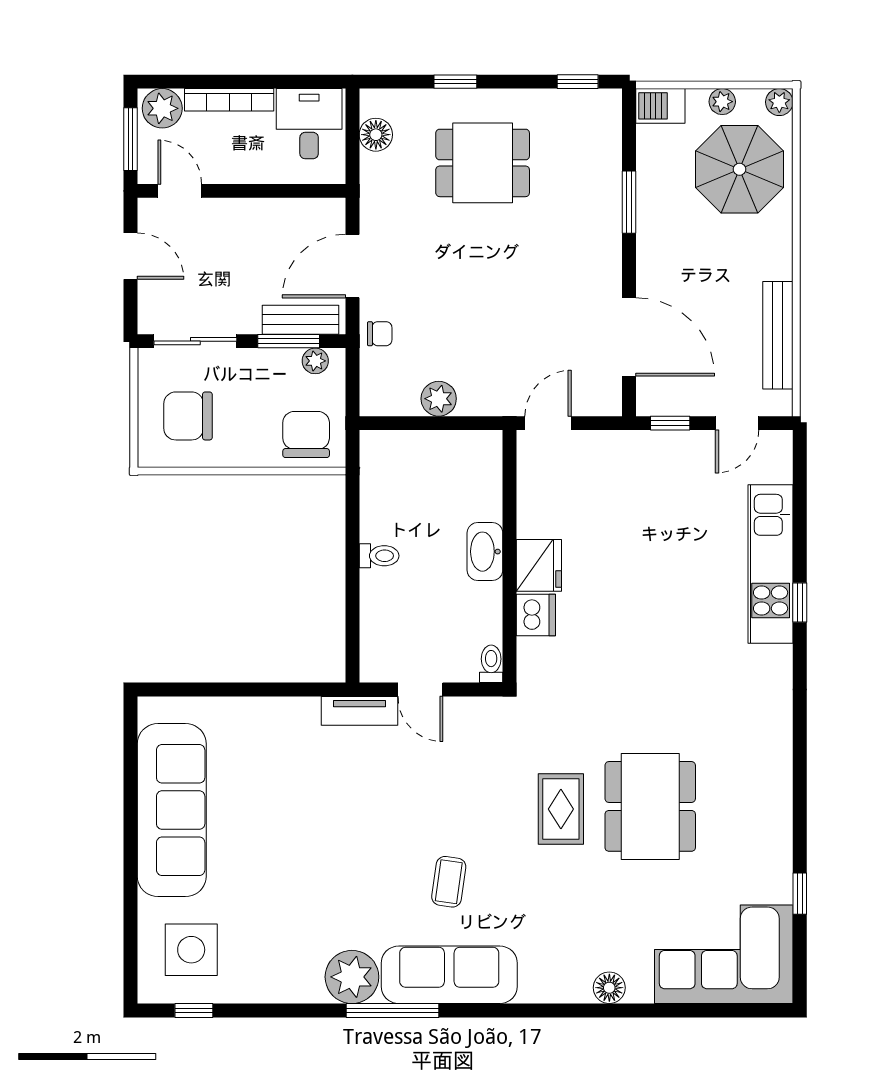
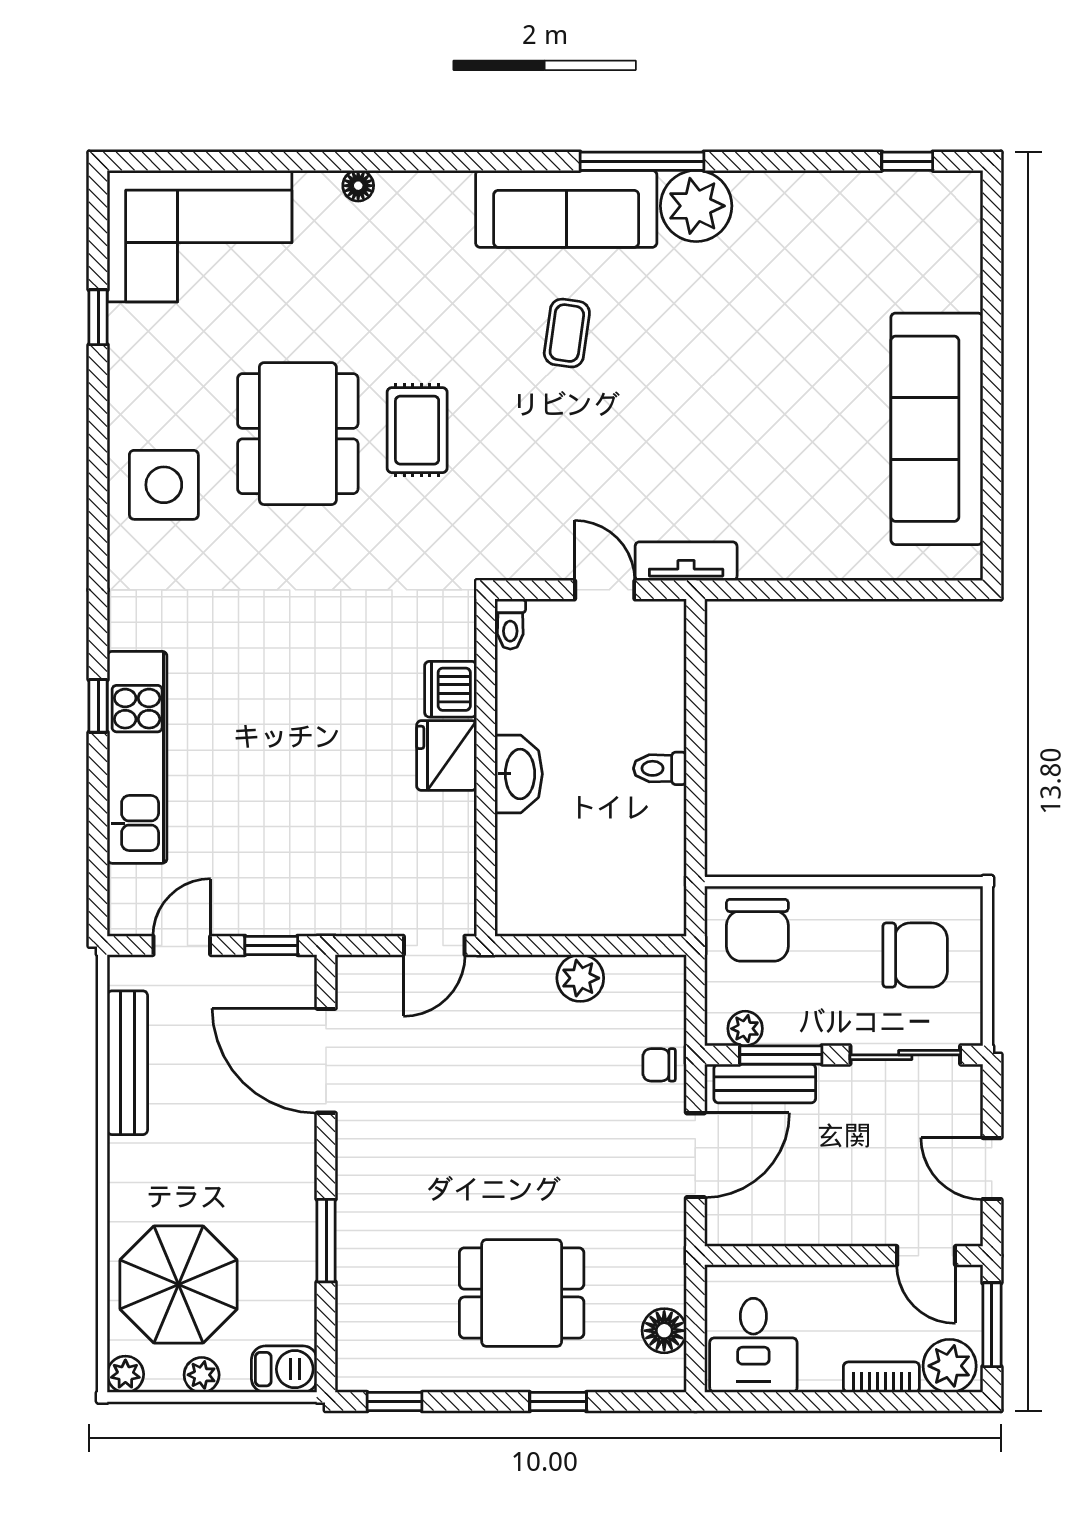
bookcase: (229, 100) -> (881, 1377), width x0.64
side table: (191, 950) -> (164, 485), moved
floor lamp: (609, 988) -> (358, 186), width x0.73, depth x0.73

